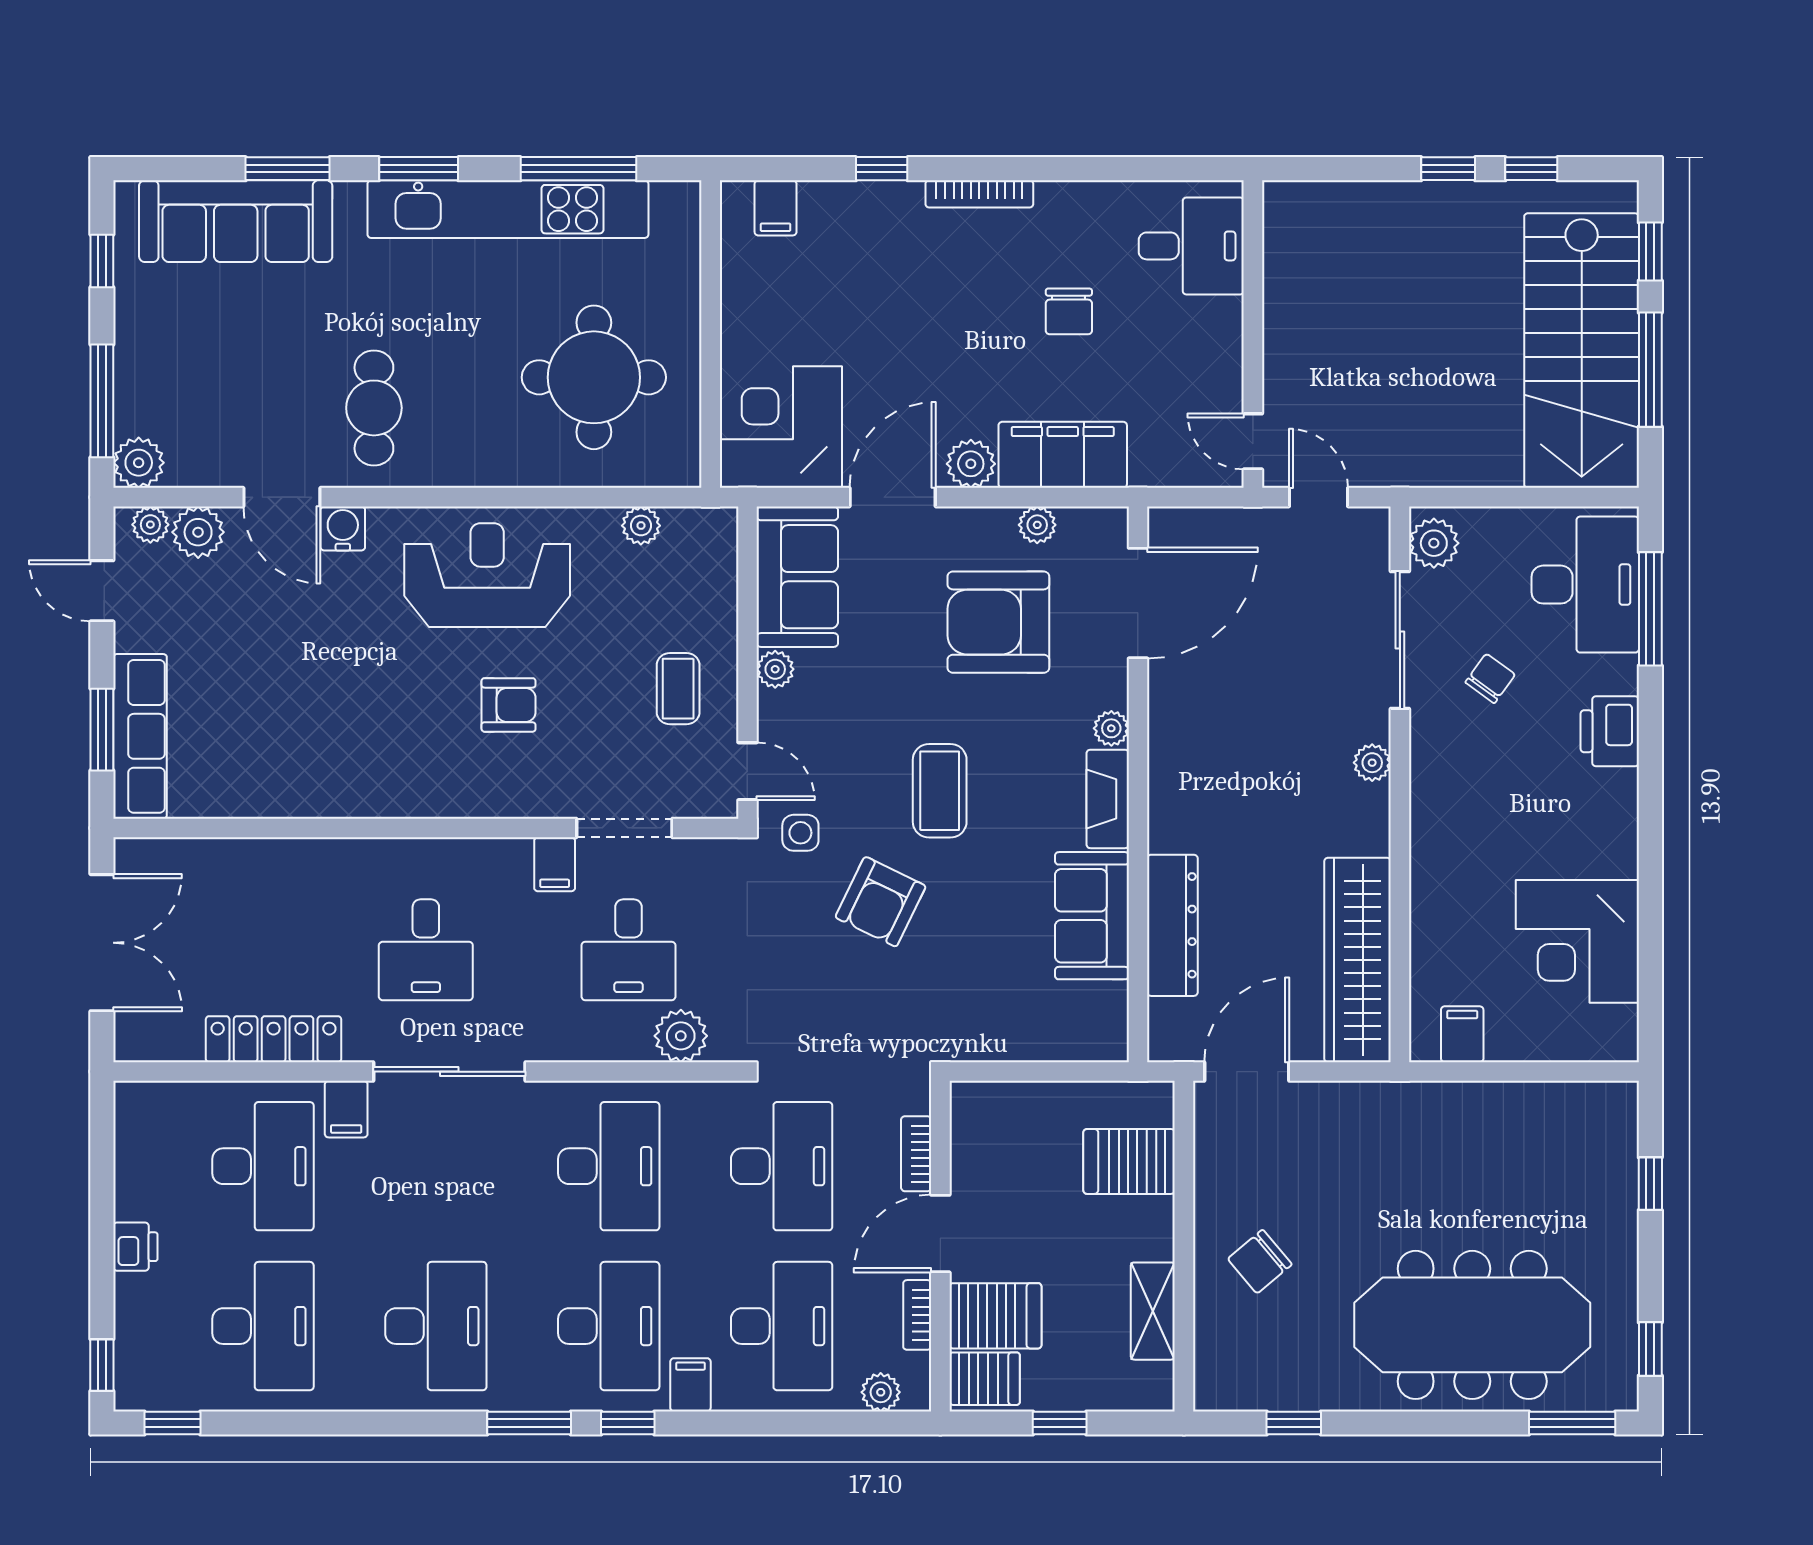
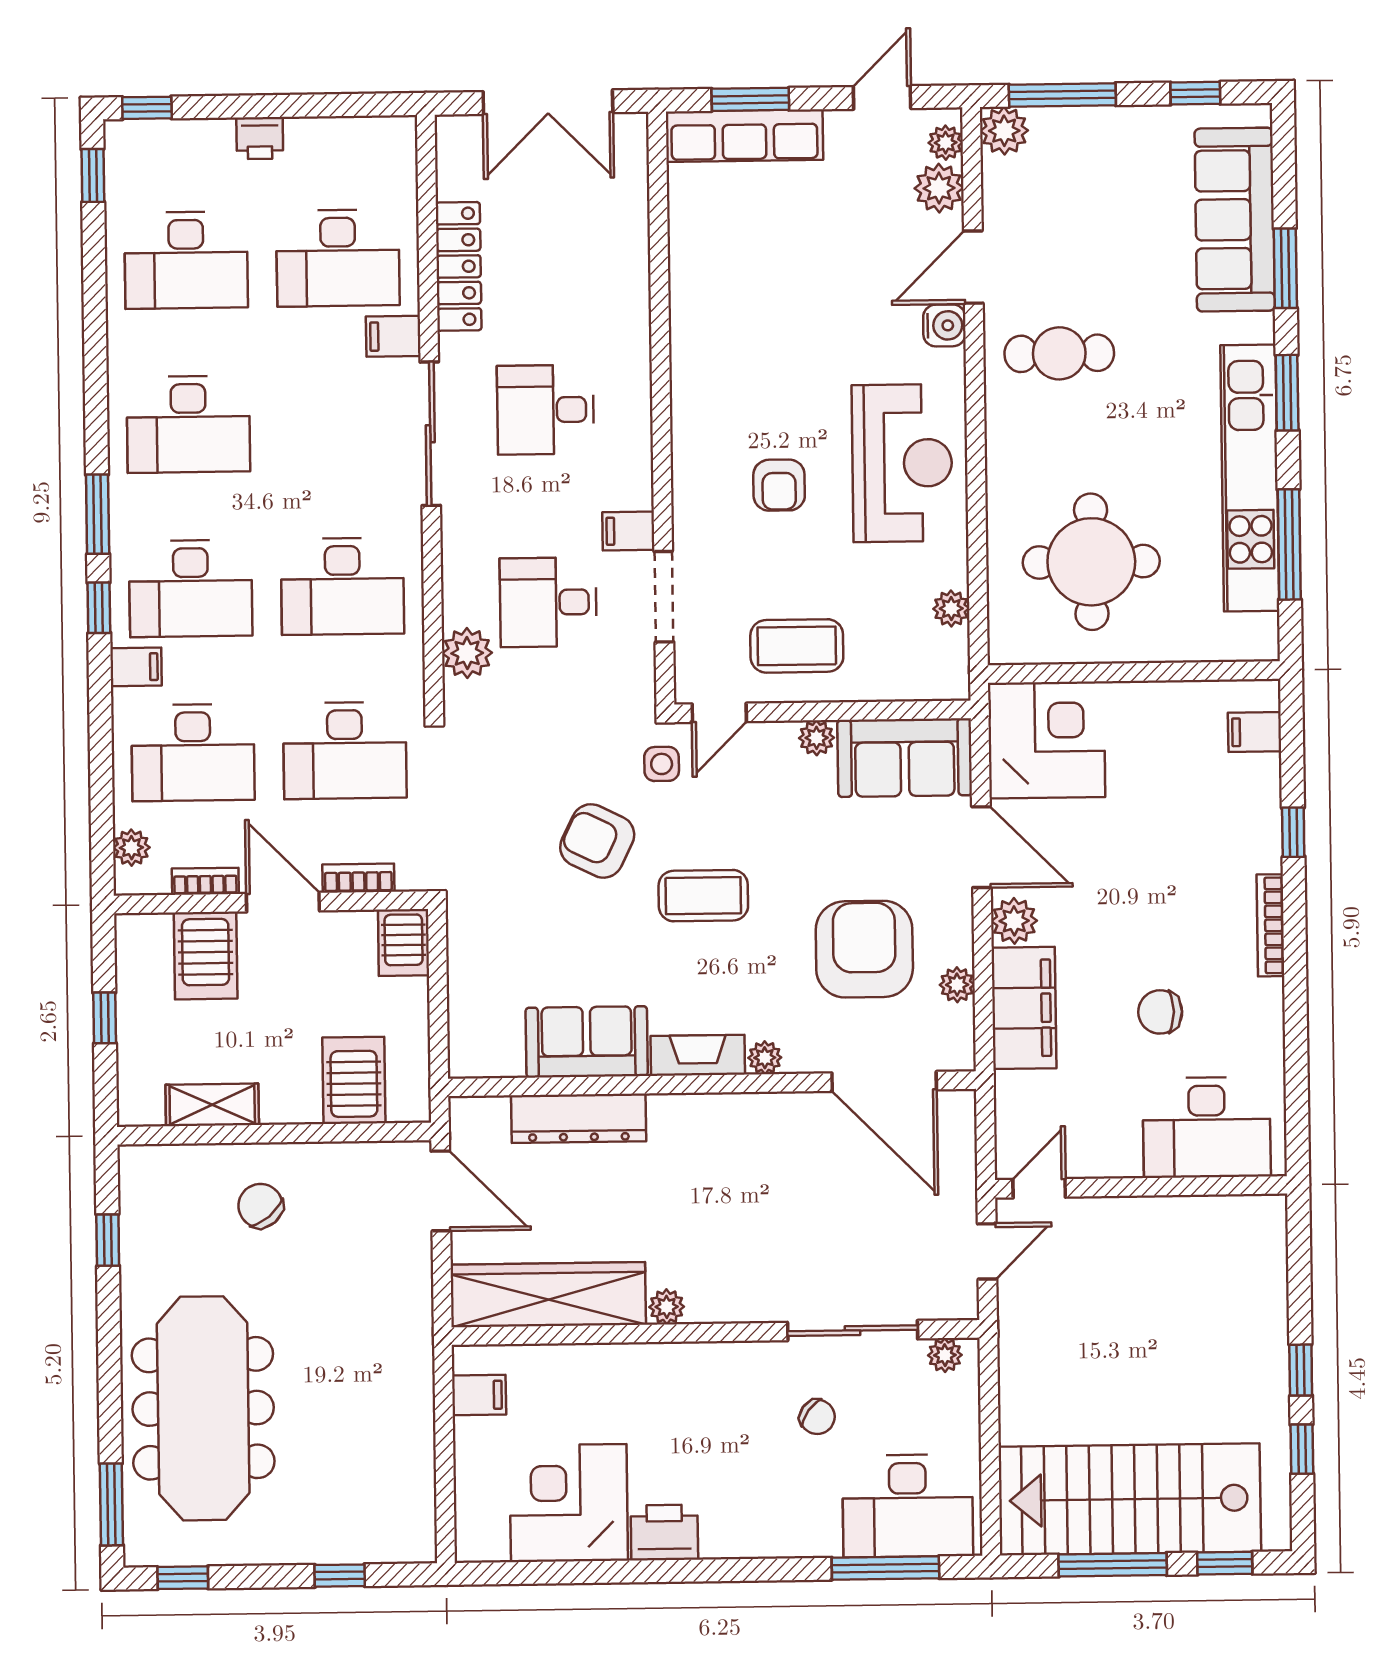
desk: (1191, 246) -> (1207, 1127), width x1.37
plant: (1434, 543) -> (945, 1355), width x0.73, depth x0.73
coffee table: (678, 689) -> (797, 646), width x1.36, depth x1.30
printer: (1610, 731) -> (664, 1533), moved
plant: (1372, 763) -> (667, 1307), moved
server rack: (985, 1379) -> (404, 943), moved

